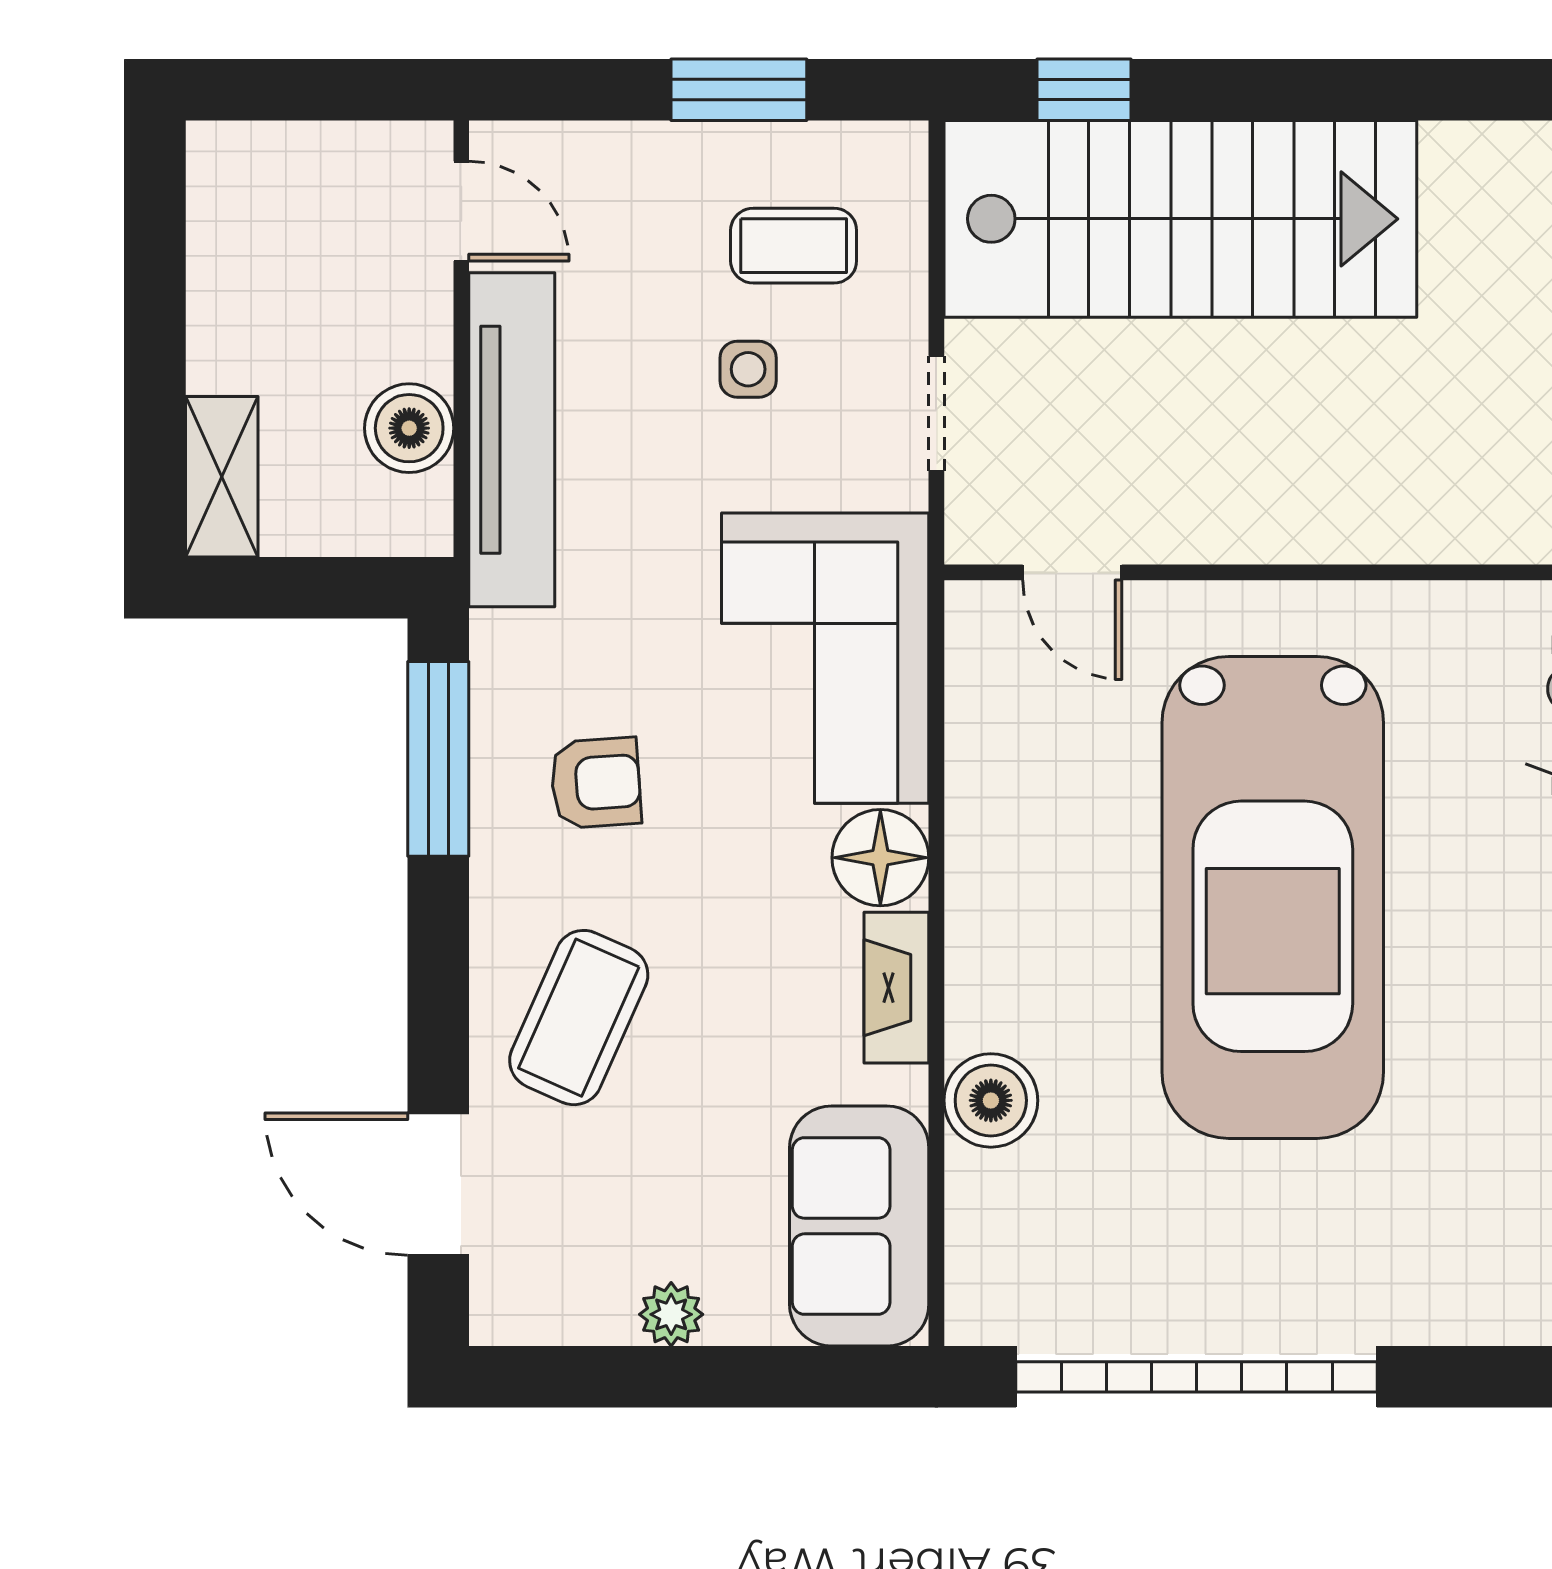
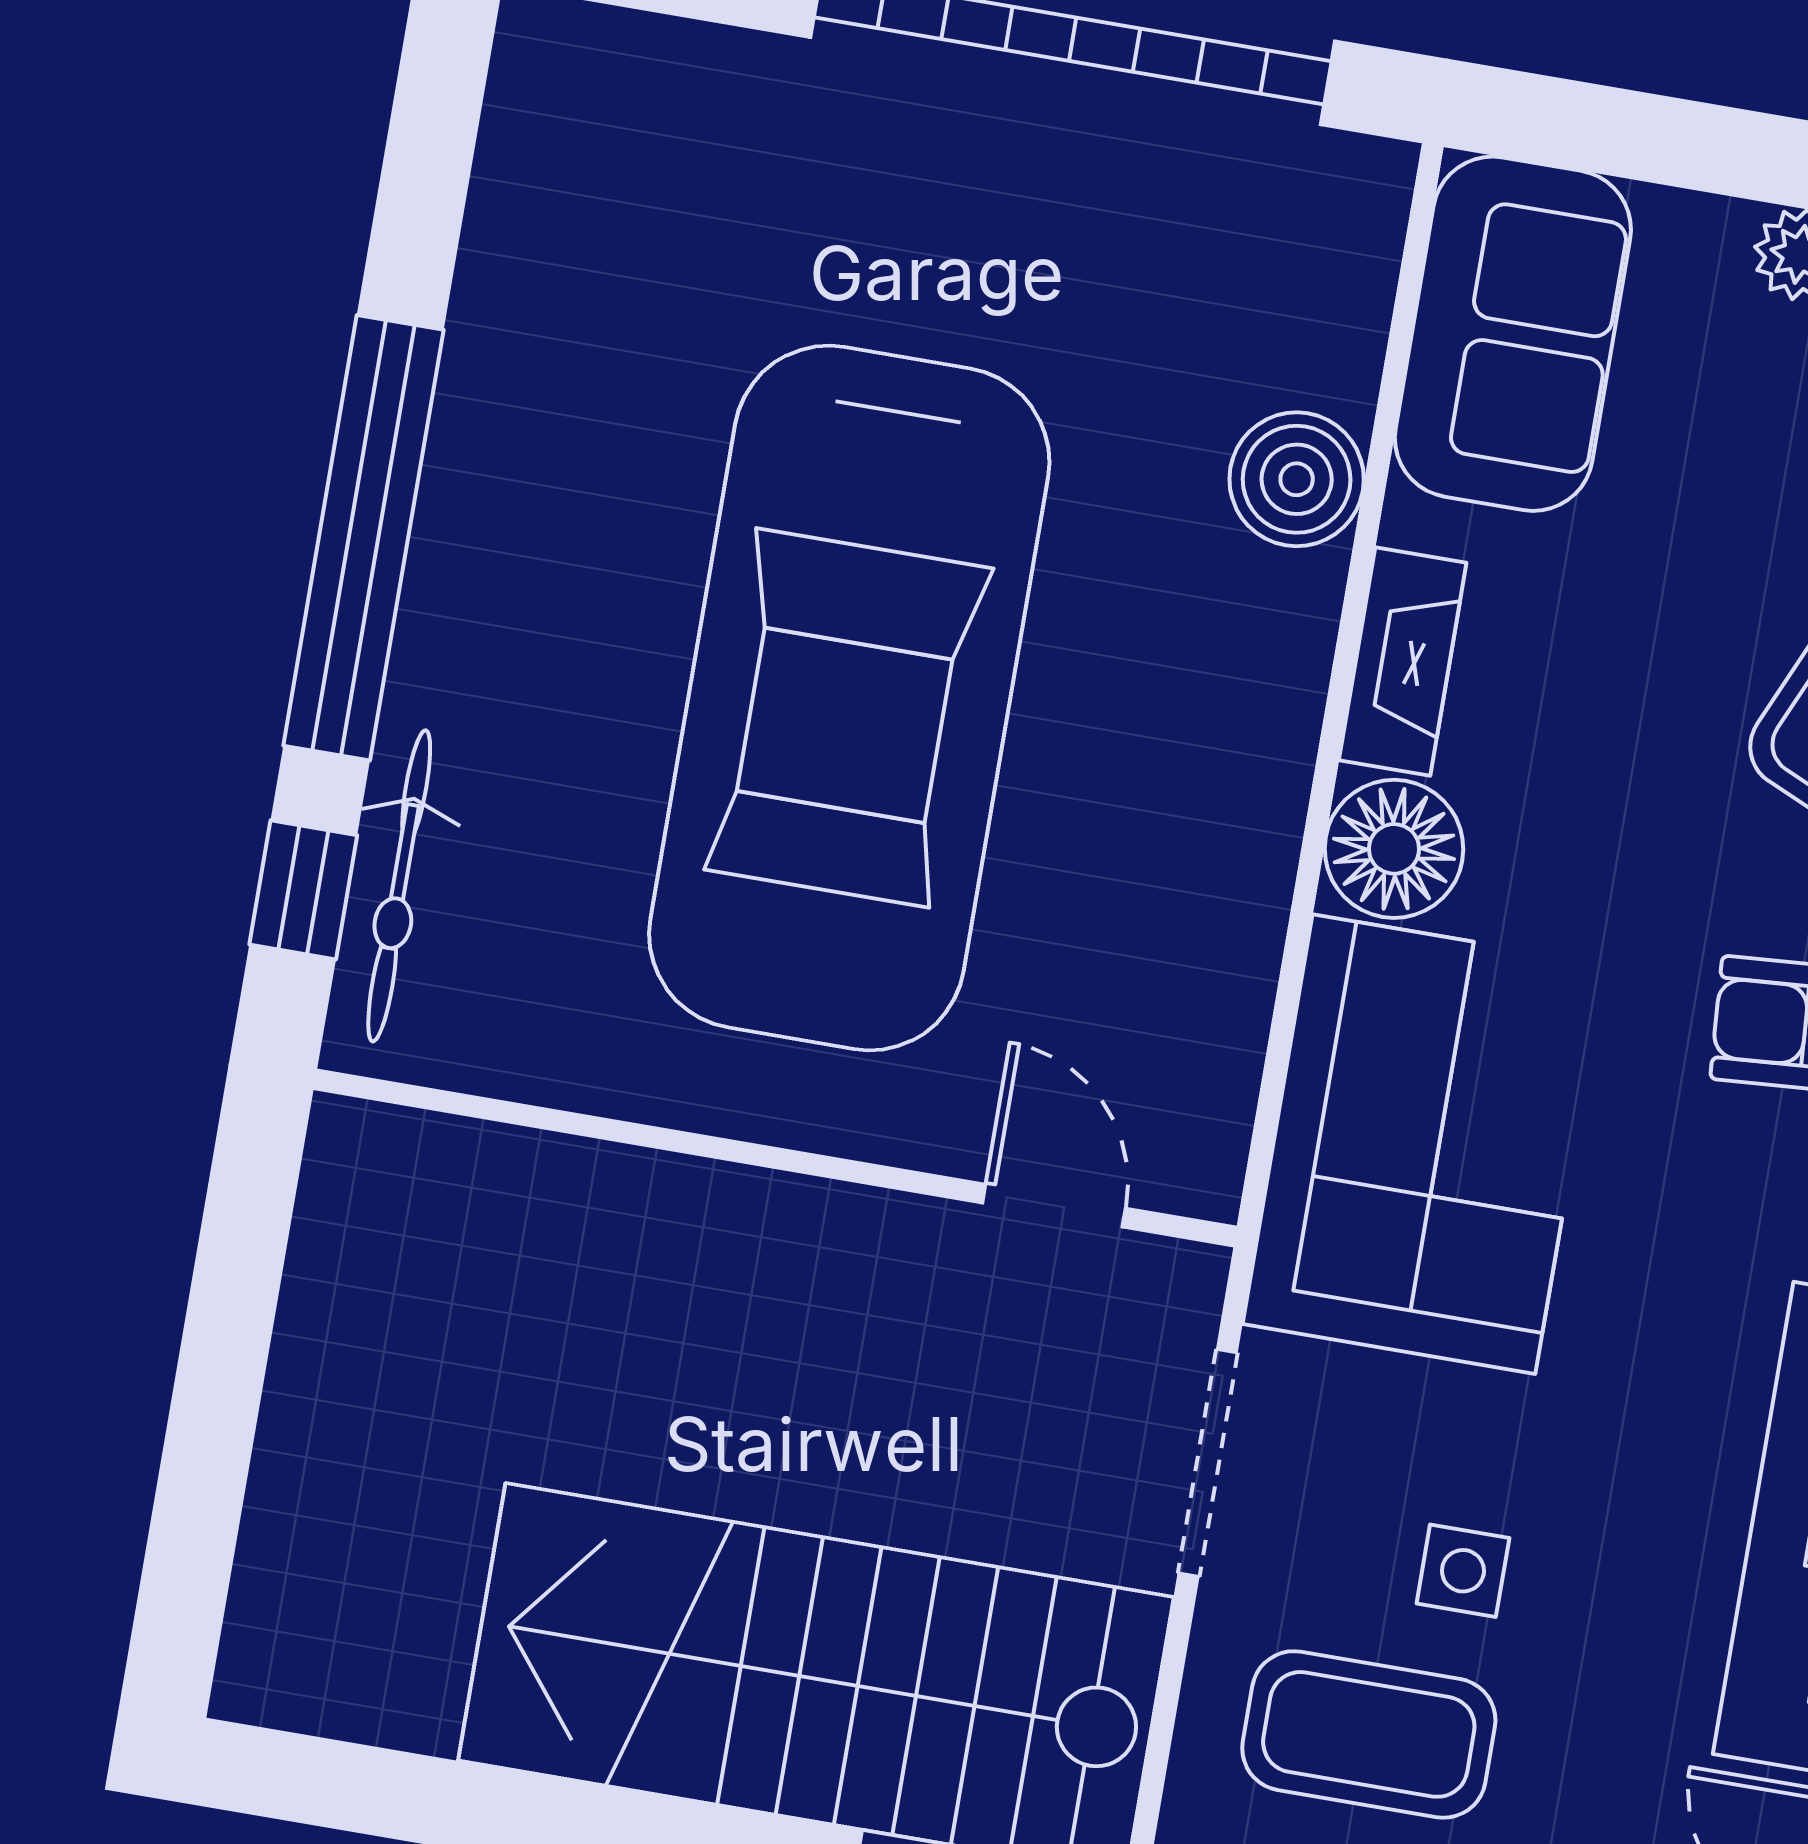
coffee table: (794, 246) -> (1369, 1734), width x1.36, depth x1.30
doorway: (936, 413) -> (1208, 1463), width x1.38
car: (1273, 897) -> (849, 698), turned 180

